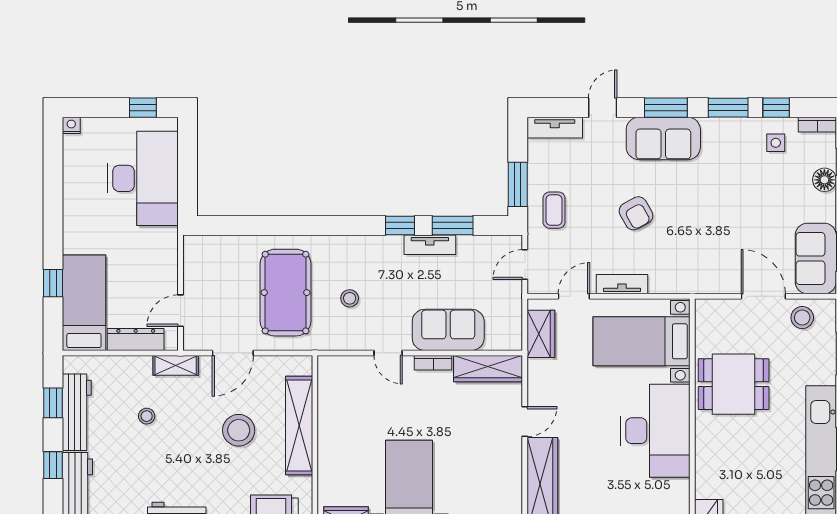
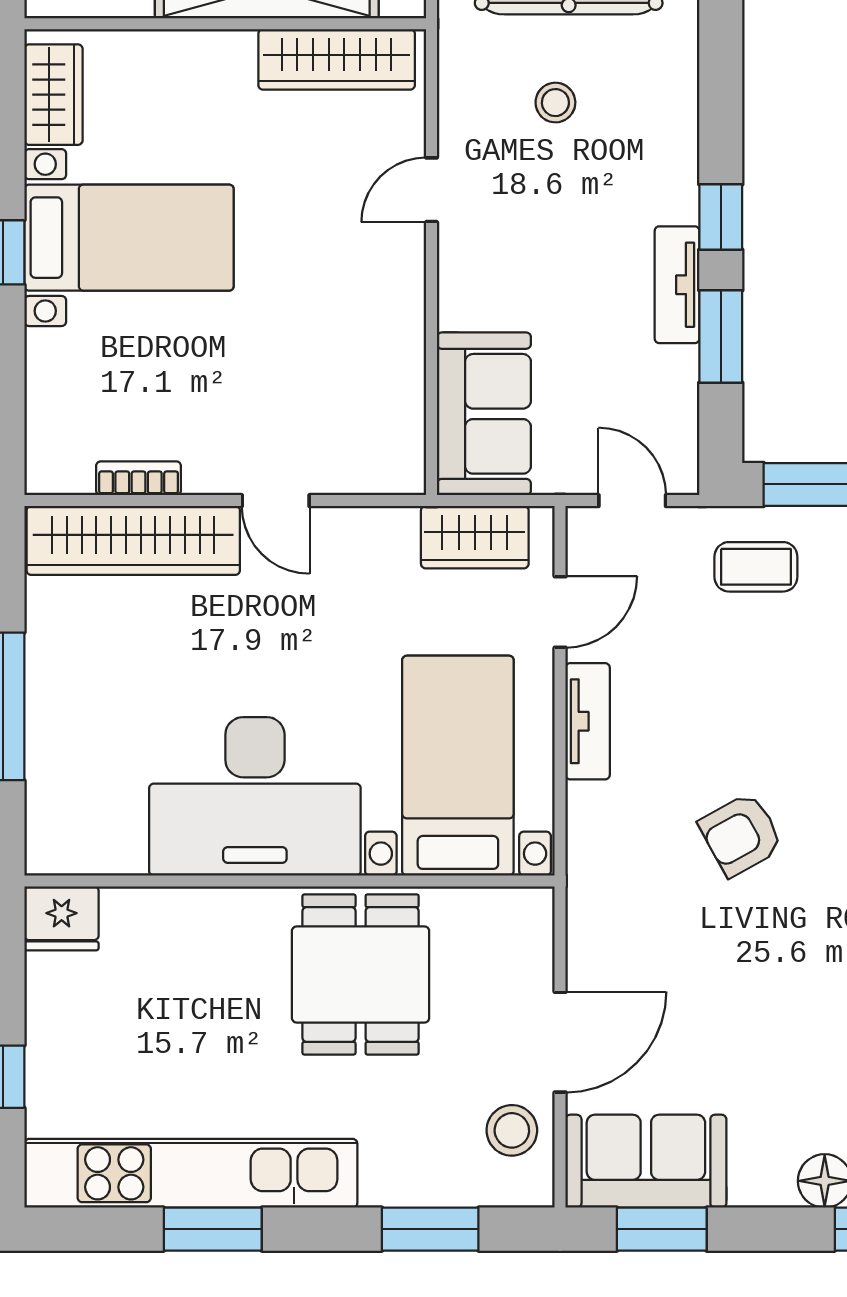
armchair: (636, 213) -> (741, 835), moved
door: (574, 296) -> (560, 612), hinge flipped
sofa: (448, 330) -> (484, 414), moved
bookcase: (433, 363) -> (139, 478), moved, turned 90
wardrobe: (488, 369) -> (337, 59), moved, turned -90

